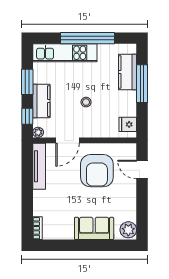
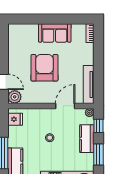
armchair: (97, 171) -> (44, 68), moved
sofa: (94, 228) -> (55, 33), moved
plant: (128, 230) -> (15, 97), moved

